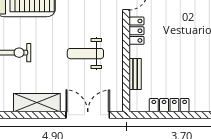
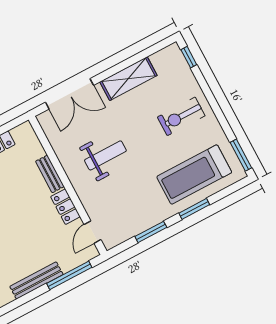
bench: (135, 74) -> (50, 174), moved

